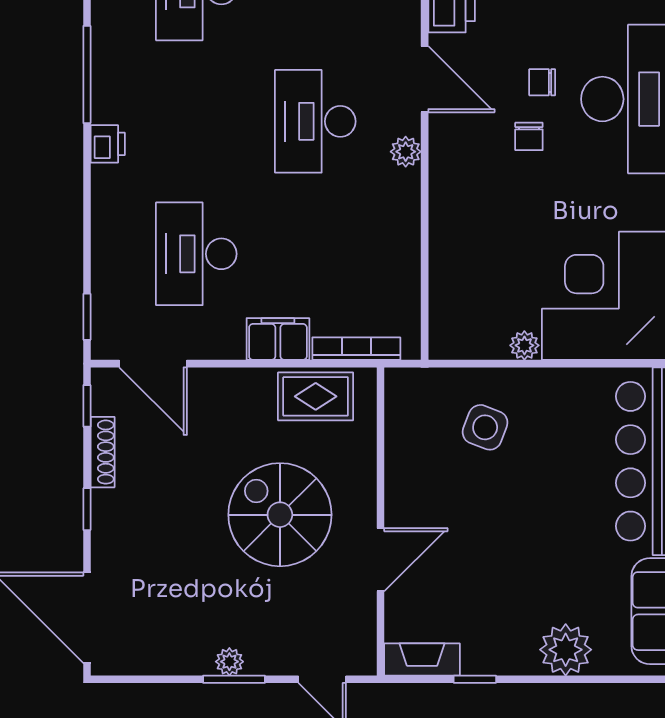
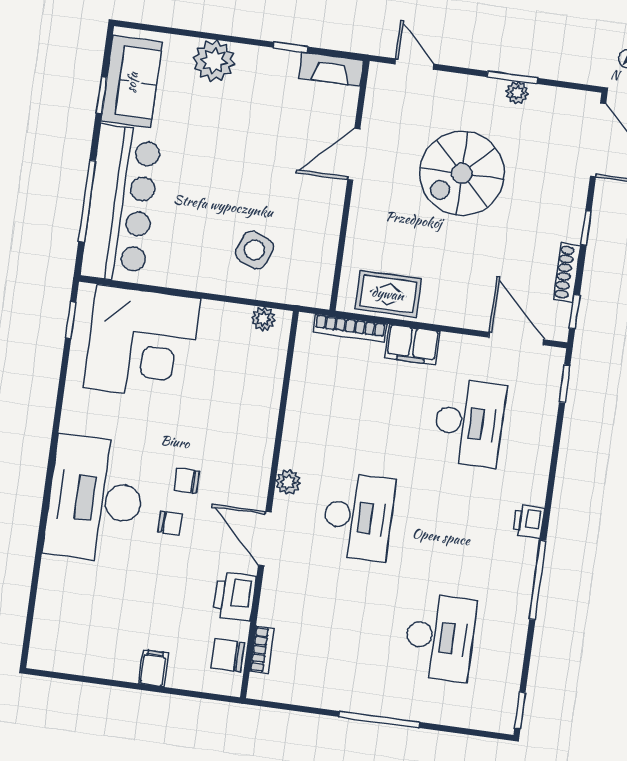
chair: (529, 136) -> (187, 481), turned -90
plant: (524, 345) -> (263, 319), moved
spiral stairs: (280, 515) -> (462, 173), moved, turned 90
plant: (229, 662) -> (517, 93), moved
window: (234, 679) -> (512, 77), moved

